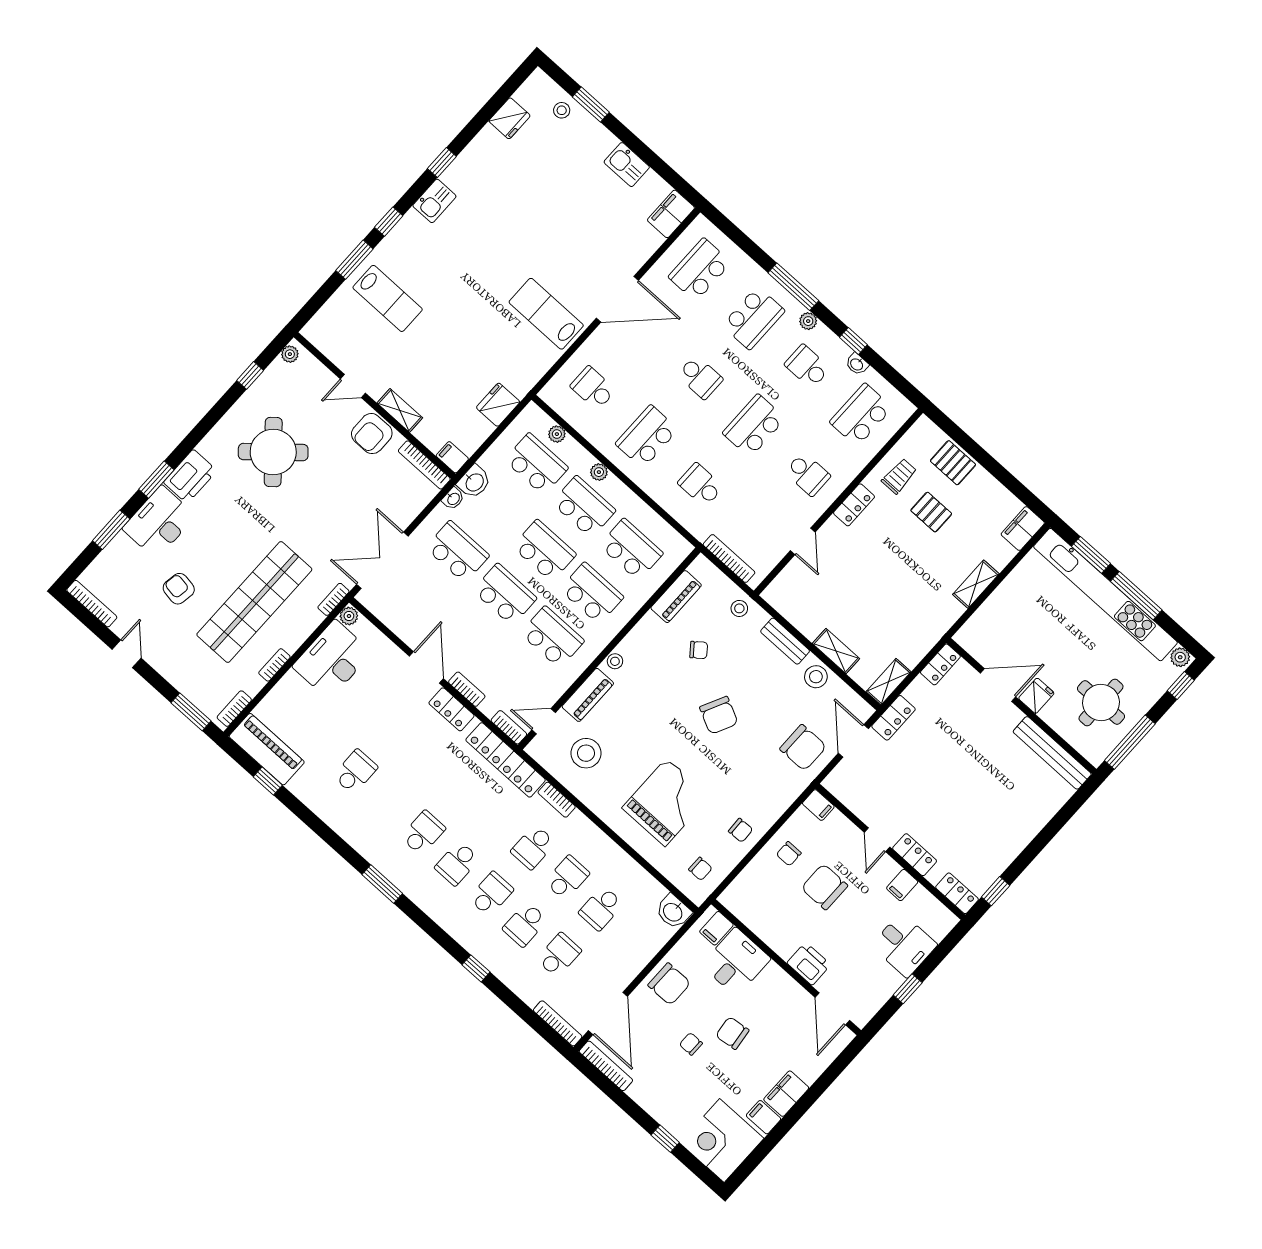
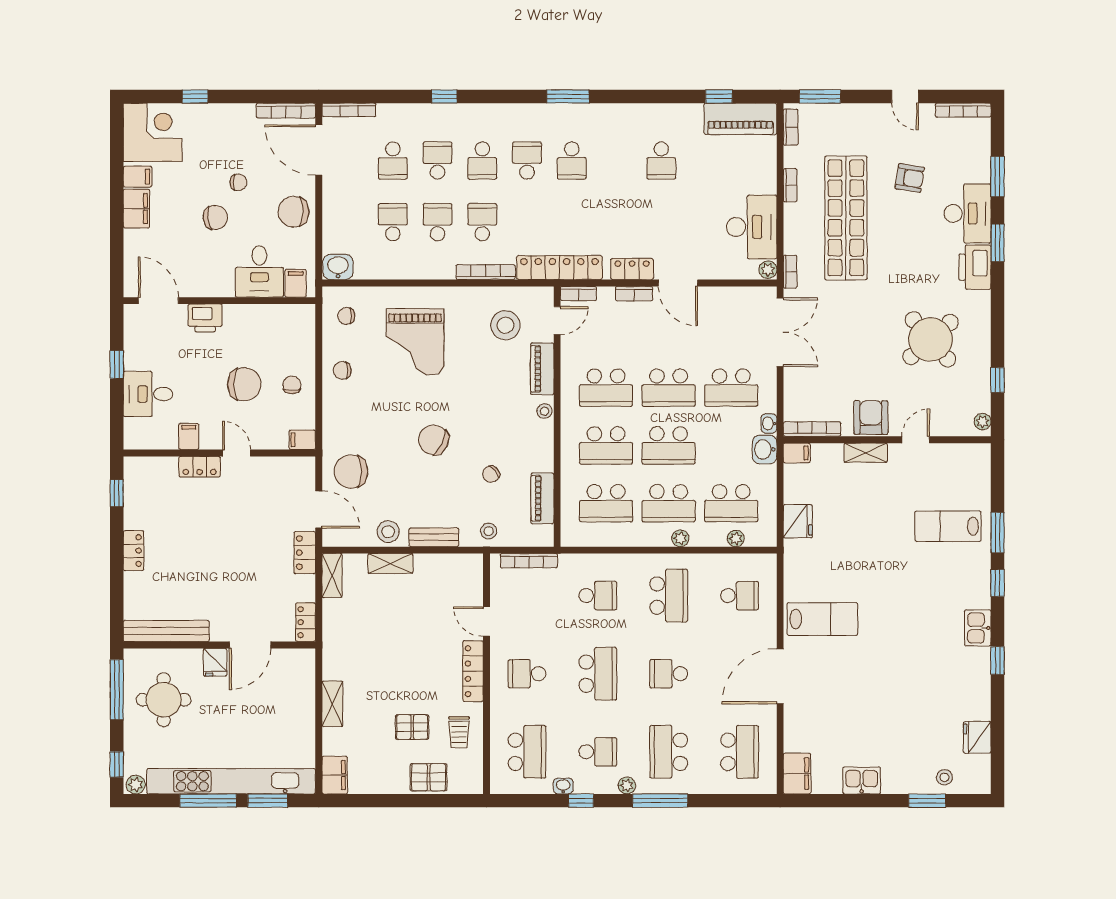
locker: (854, 505) -> (473, 671), width x1.53
bookcase: (557, 800) -> (486, 272), width x1.56
school desk: (567, 878) -> (438, 222), turned 180
locker: (957, 893) -> (133, 551), moved, turned -90

